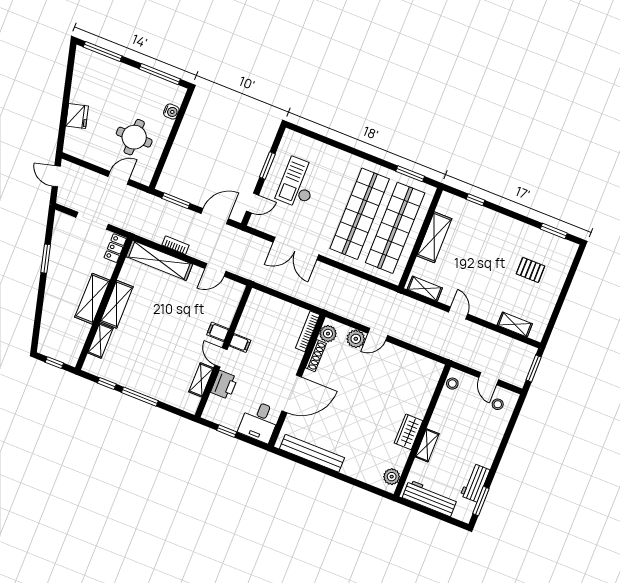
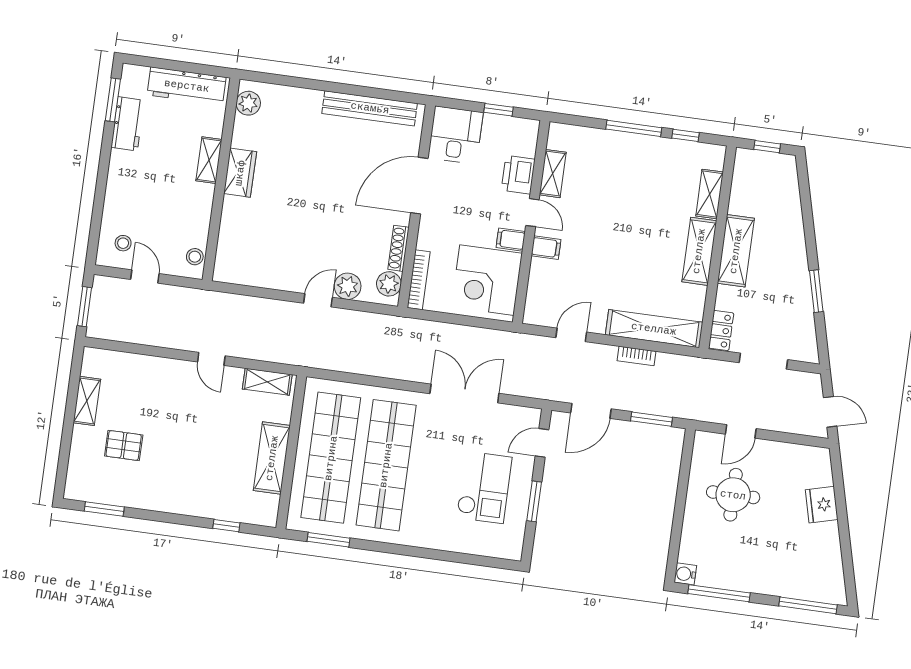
water cooler: (171, 112) -> (685, 574), moved
corner desk: (262, 320) -> (487, 280), added
shelving: (515, 324) -> (87, 401), moved, turned 90

